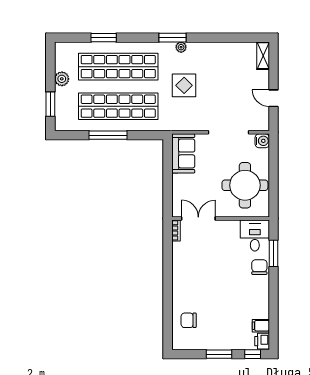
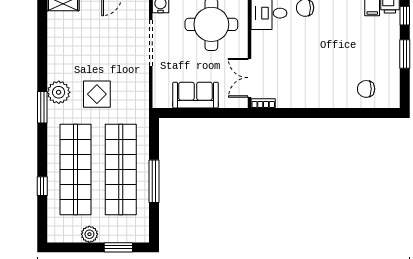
window: (104, 38) -> (42, 186), width x0.67
plant: (181, 47) -> (59, 92), width x1.87, depth x1.87
sofa: (183, 153) -> (196, 95), moved
chair: (189, 320) -> (366, 89), turned 90

